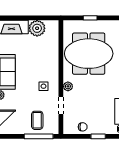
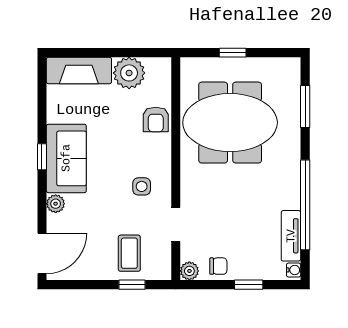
armchair: (51, 52) -> (156, 119), added
plant: (68, 86) -> (189, 271), moved
window: (39, 136) -> (132, 285), width x0.46

